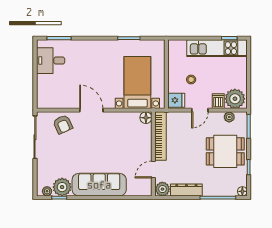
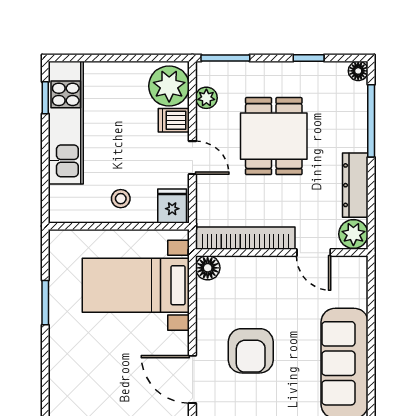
stool: (191, 79) -> (121, 199), moved
door: (91, 110) -> (192, 379), hinge flipped
armchair: (105, 139) -> (251, 351), added
dining table: (225, 151) -> (274, 136), moved

